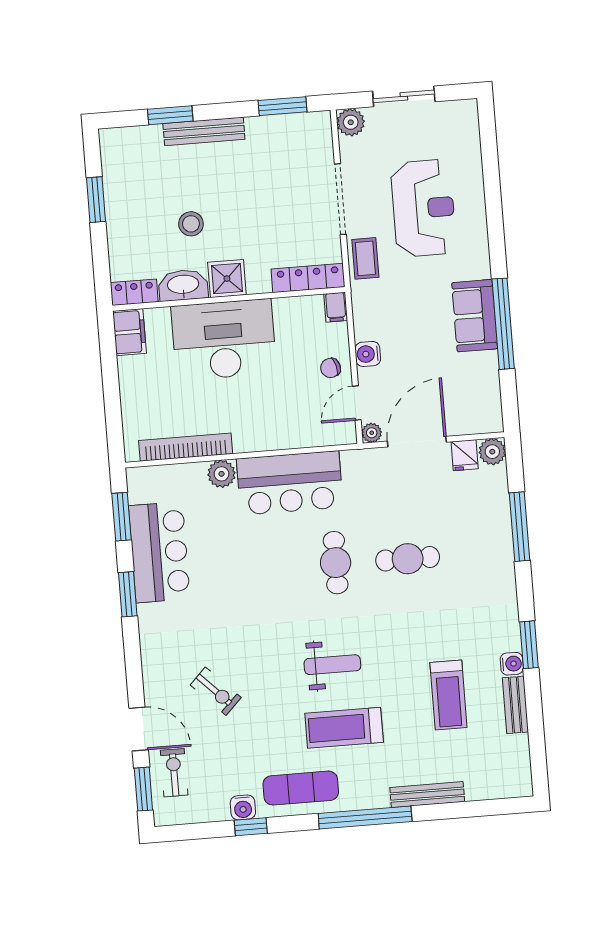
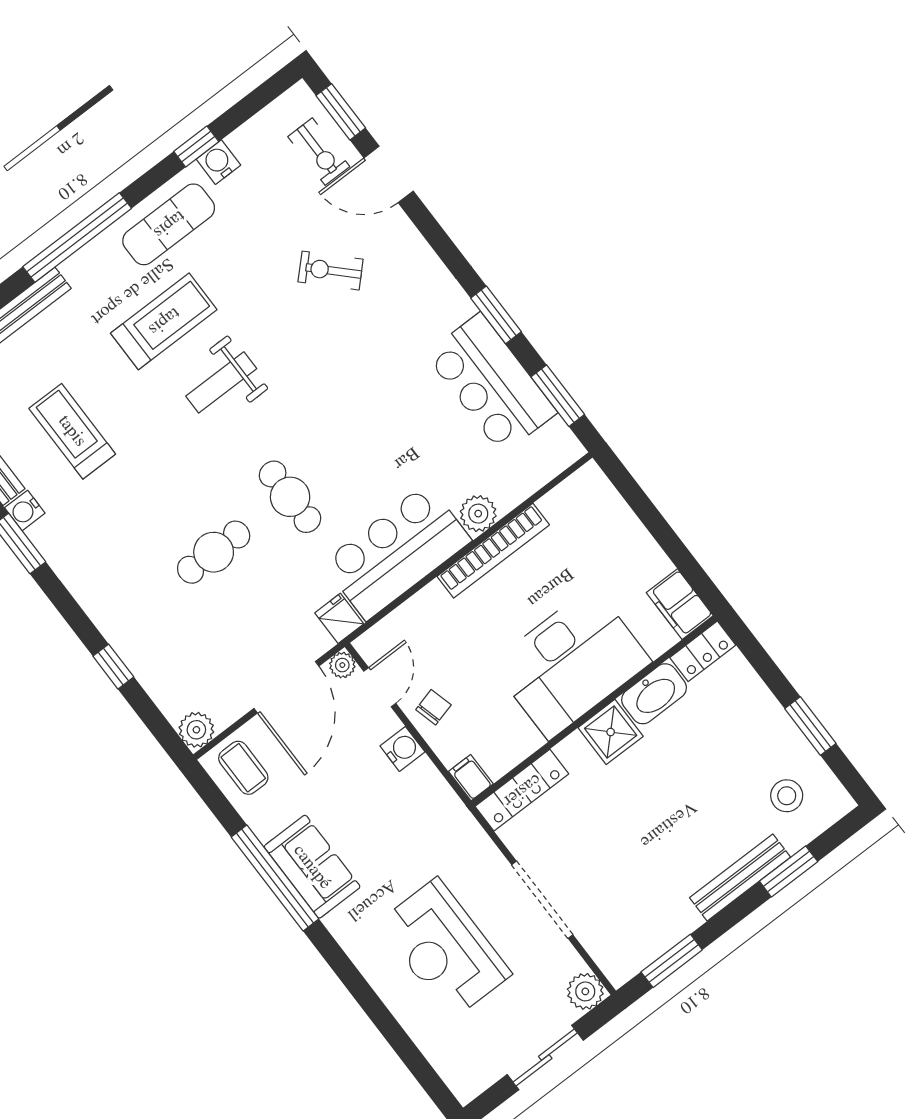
stool: (191, 224) -> (787, 796), moved
coffee table: (365, 258) -> (243, 768), moved
bookcase: (186, 447) -> (493, 551), moved
fridge: (465, 455) -> (339, 618), moved
window: (520, 527) -> (113, 667), width x0.46

